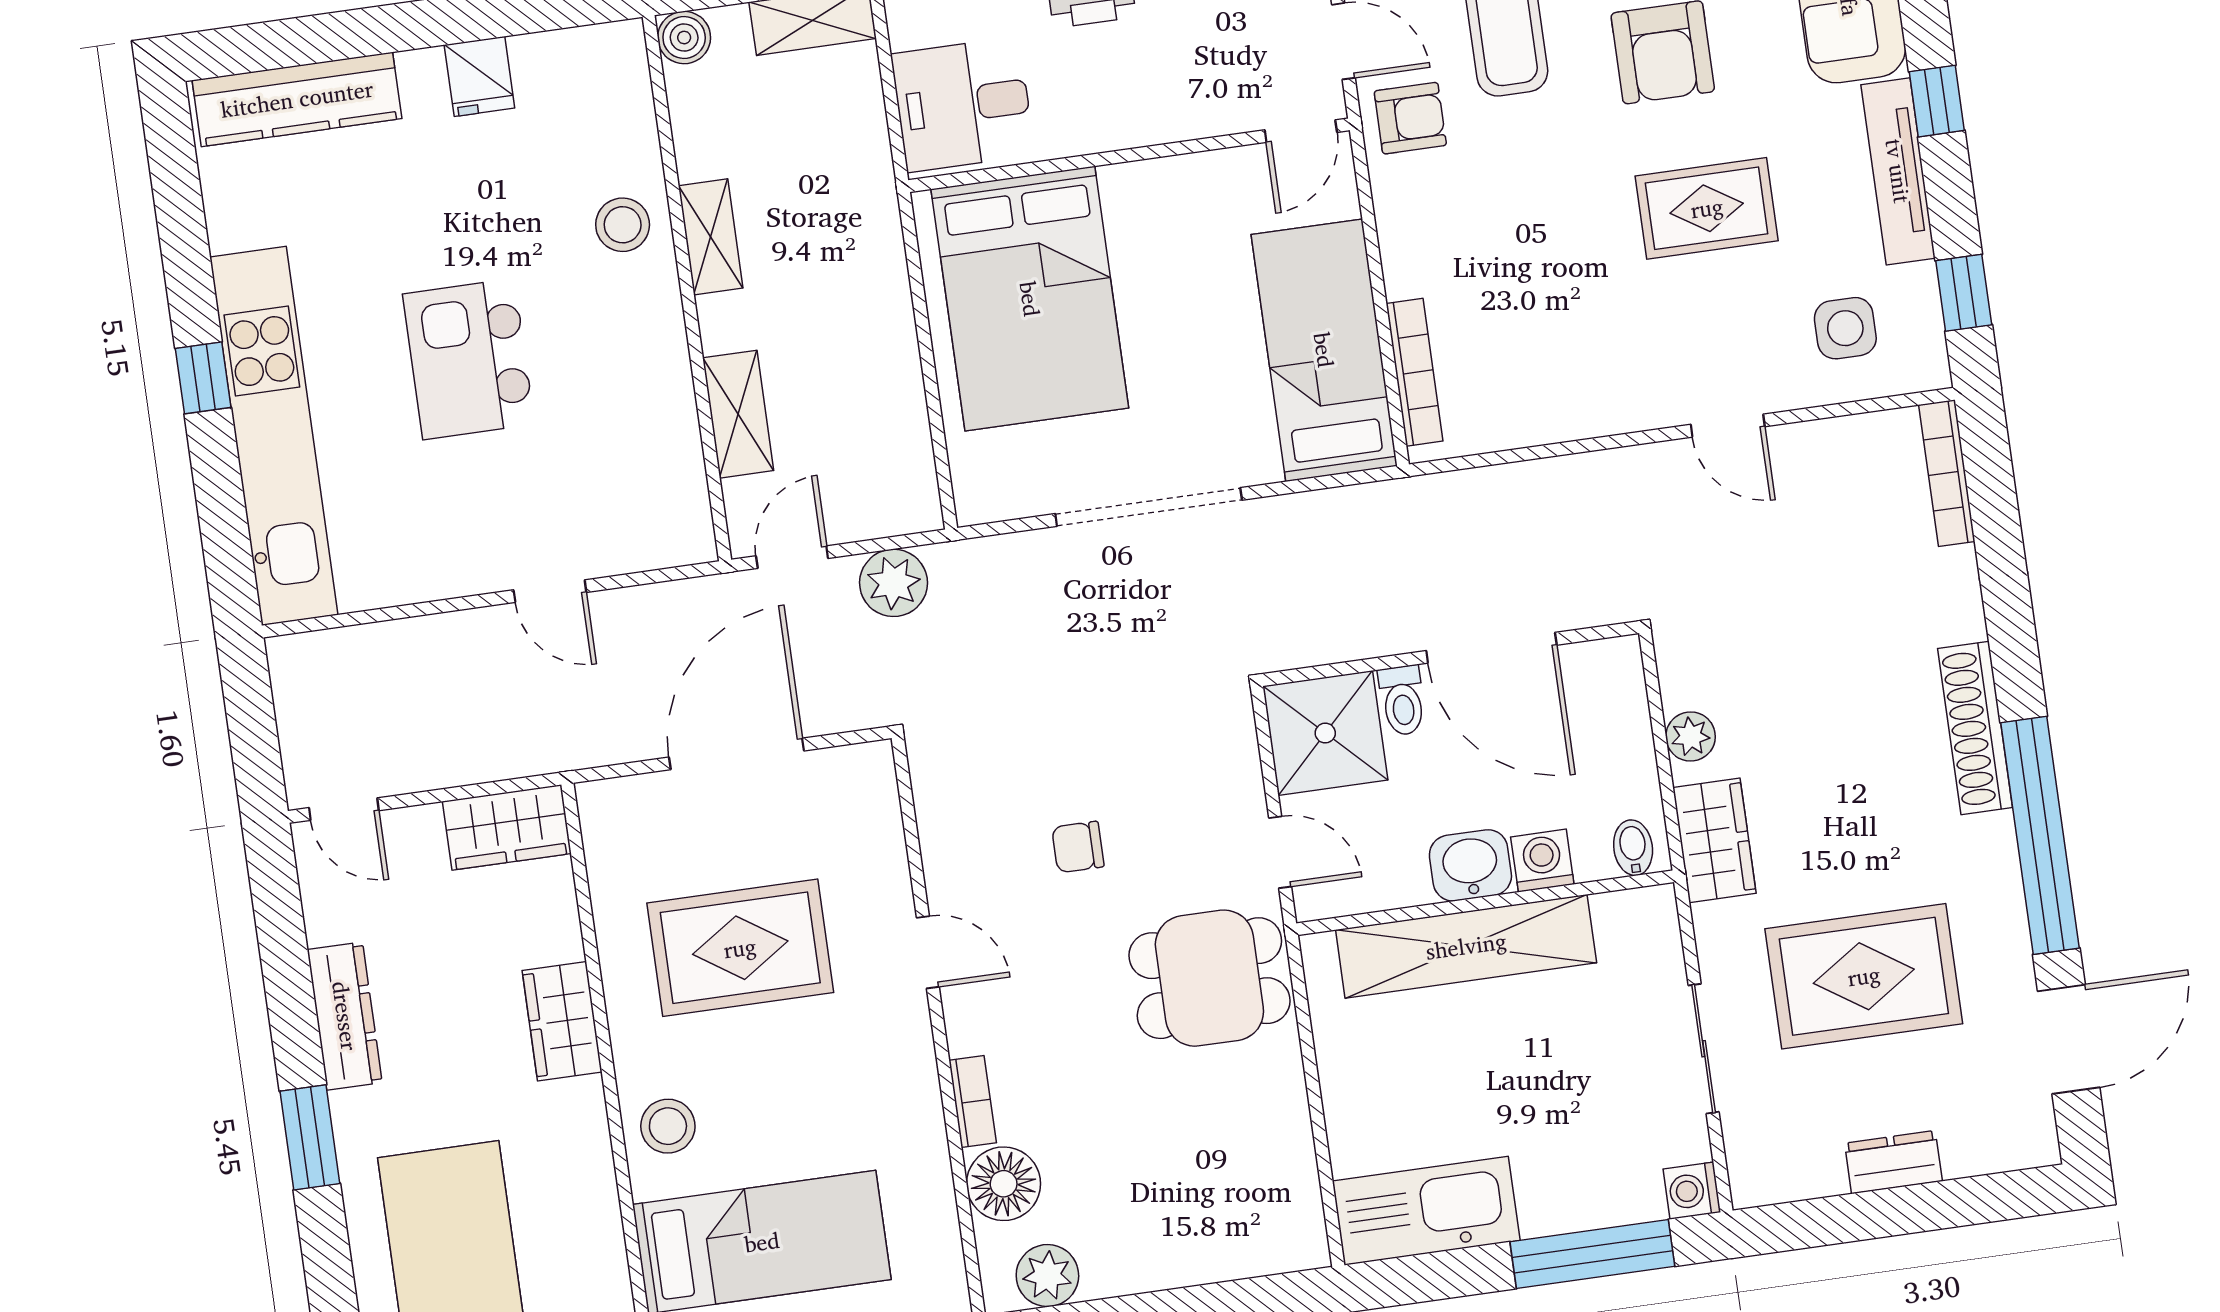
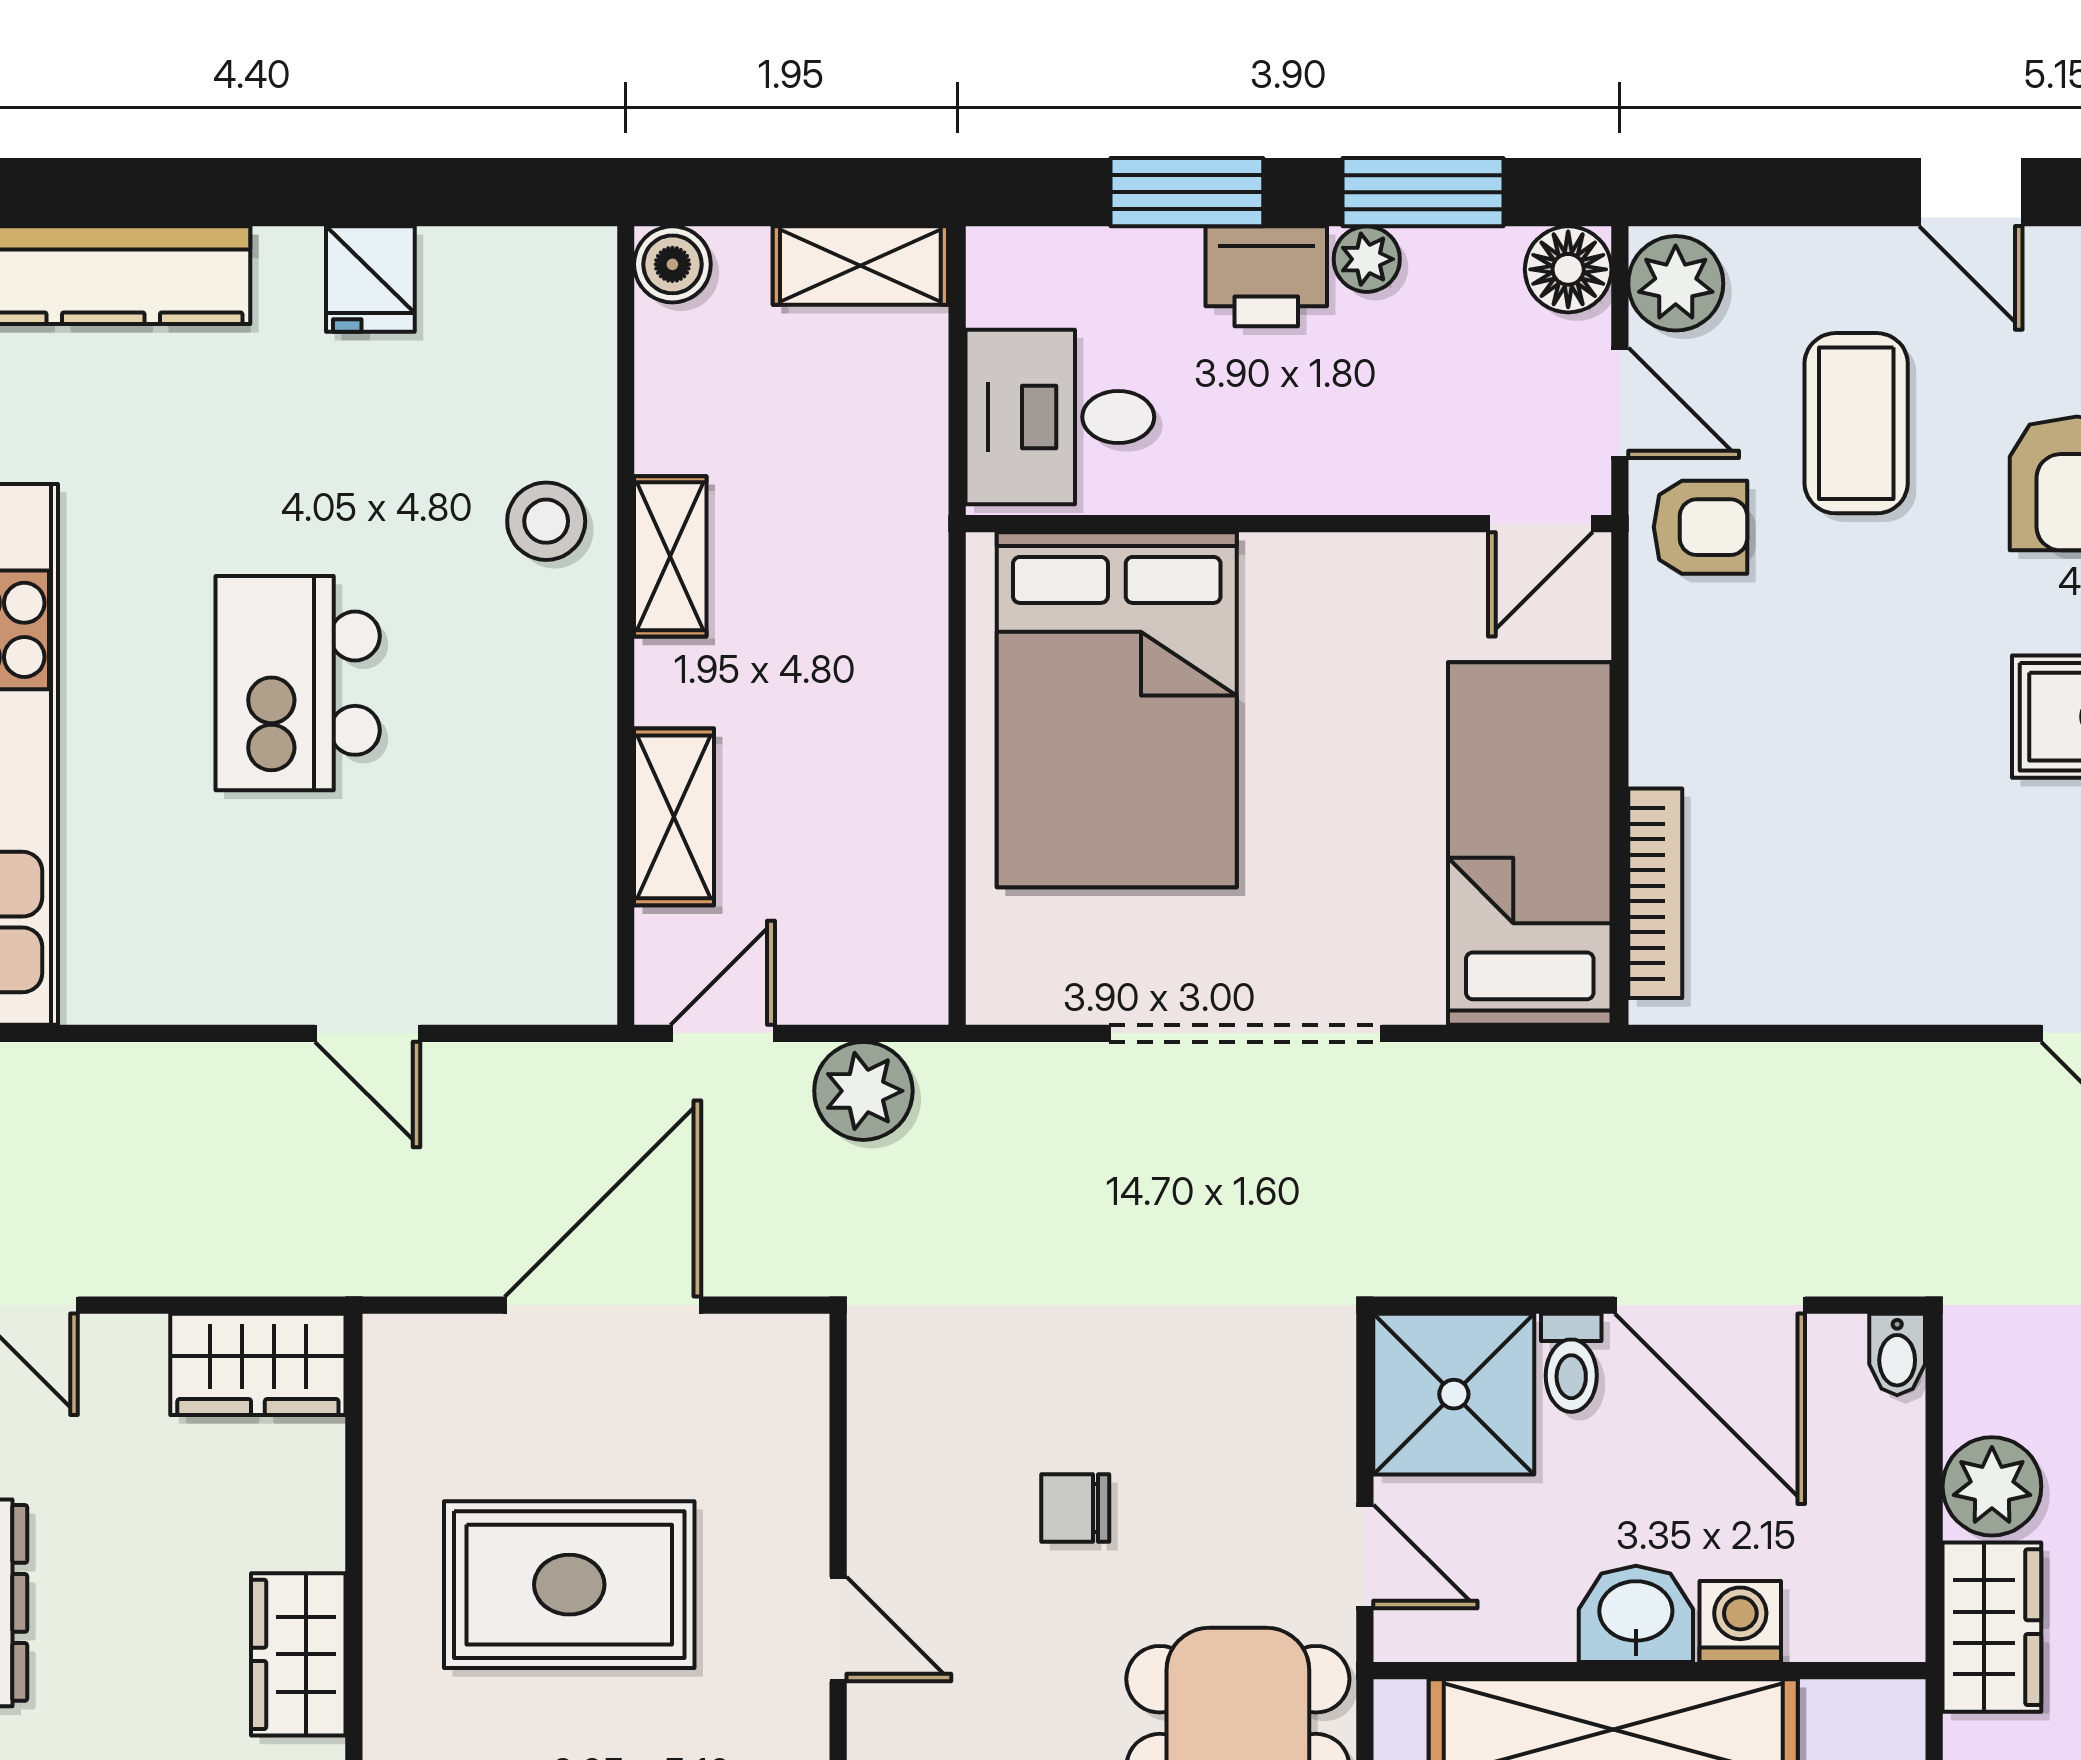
plant: (1691, 736) -> (1992, 1486), width x1.38, depth x1.38
bidet: (1633, 848) -> (1897, 1355), moved, turned 180

